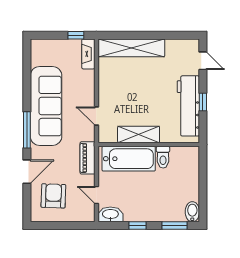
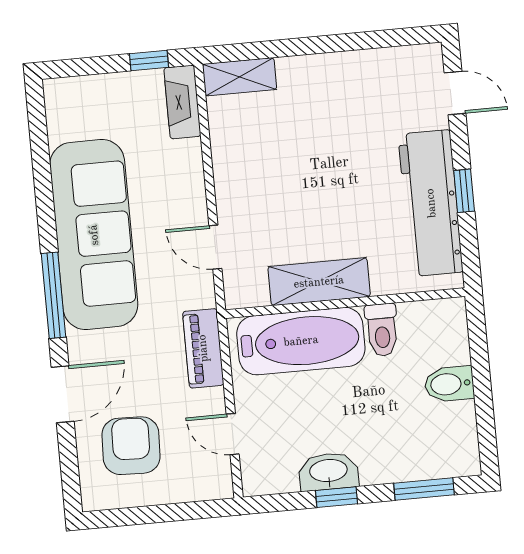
shelving: (131, 48) -> (240, 77), width x0.45, depth x0.75
bidet: (192, 212) -> (449, 384), moved, turned -90
washbasin: (110, 214) -> (329, 472), moved

